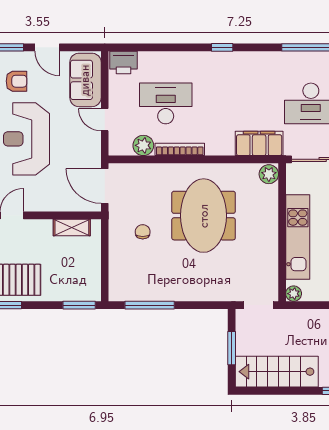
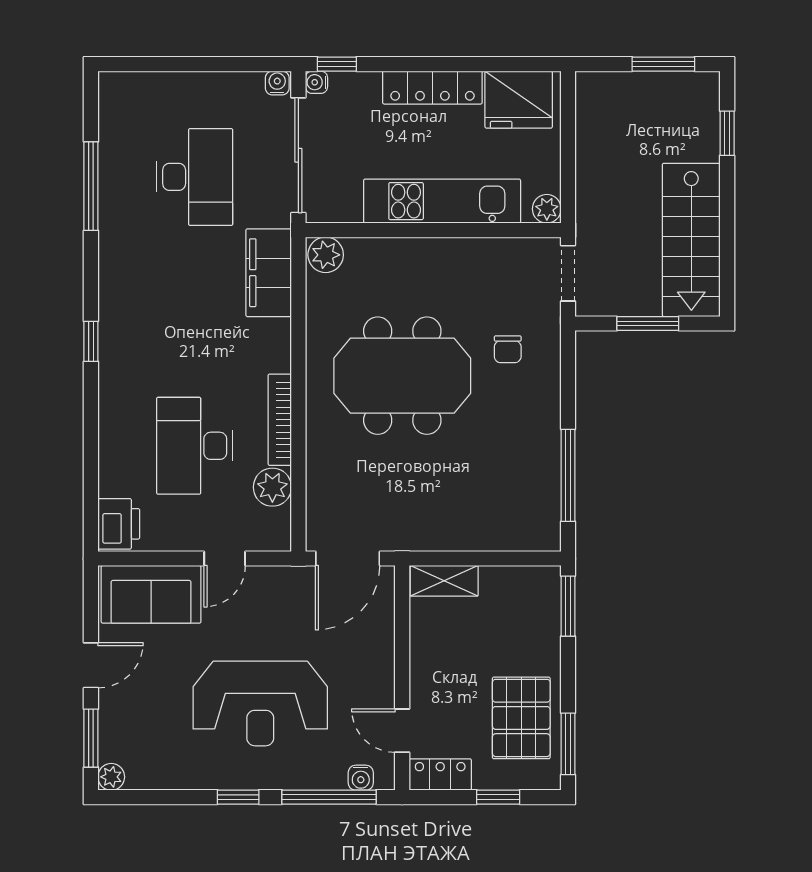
armchair: (16, 81) -> (153, 722), removed
shelving: (72, 227) -> (444, 581), moved, turned 90
chair: (143, 232) -> (508, 349), moved, turned -90

